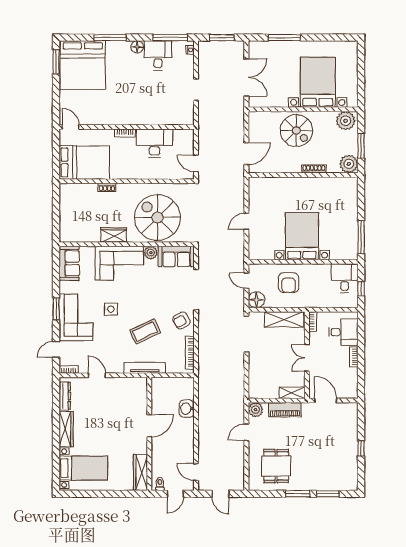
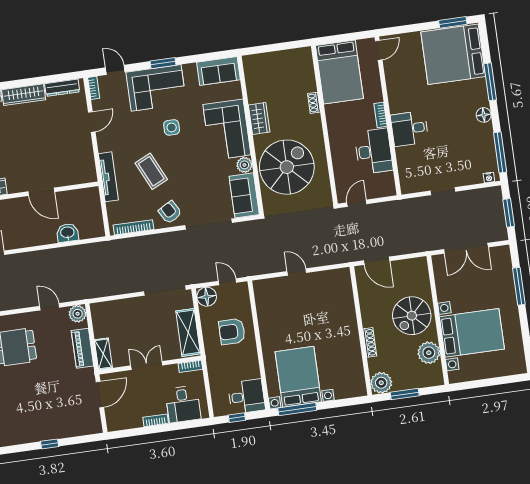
desk: (158, 55) -> (410, 129), moved, turned 180
plant: (346, 121) -> (429, 353), moved
bed with nightstands: (302, 236) -> (298, 377), moved, turned -90
door: (246, 281) -> (227, 282), hinge flipped

